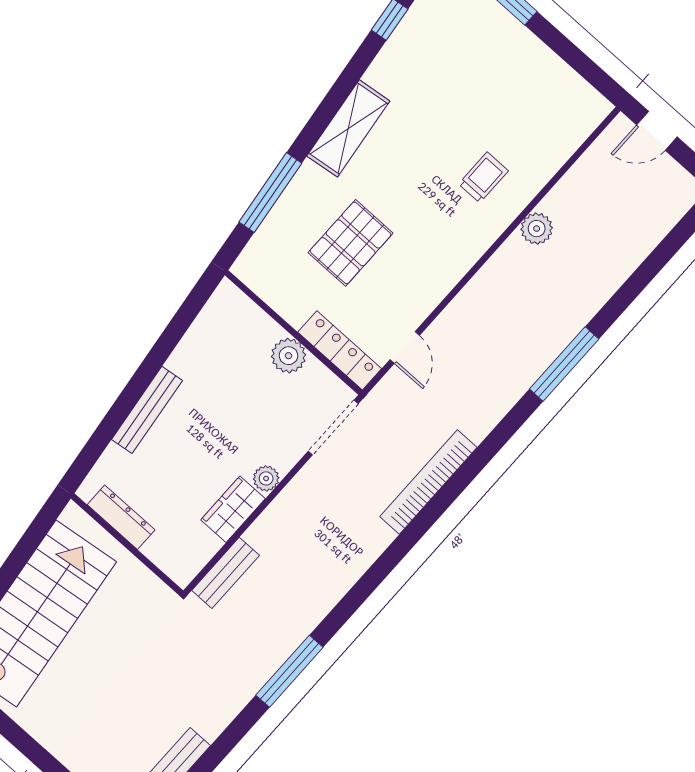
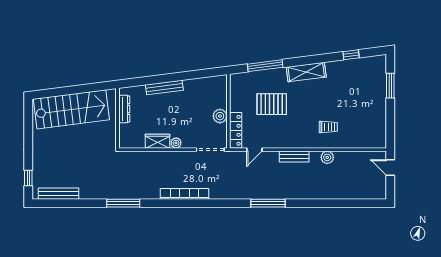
window: (564, 364) -> (268, 203), moved
bookcase: (428, 482) -> (185, 194), moved
bench: (226, 573) -> (294, 156), moved

